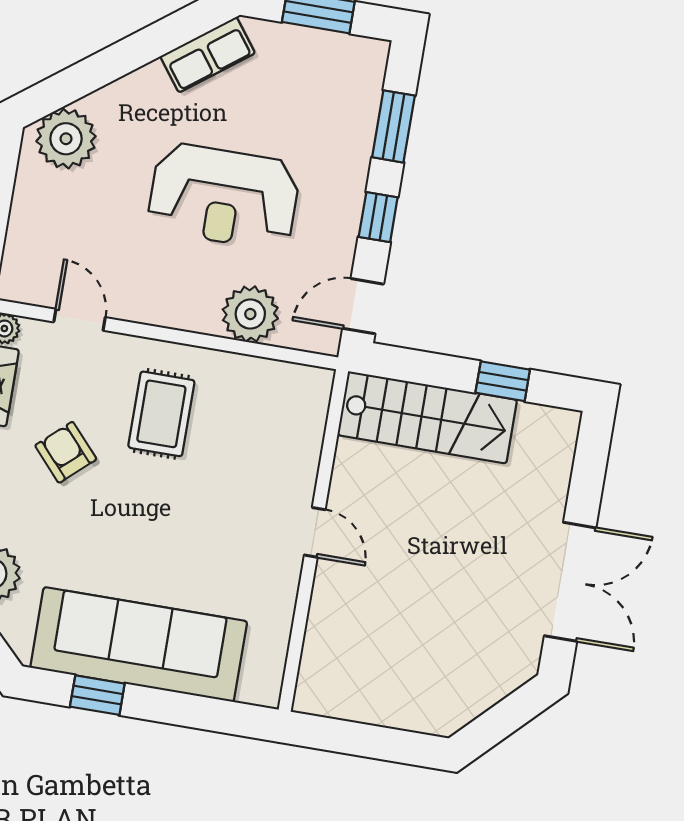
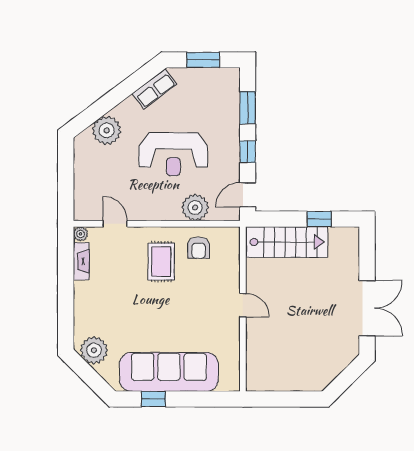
plant: (66, 139) -> (107, 130), moved
armchair: (66, 452) -> (199, 248), moved, turned -138

